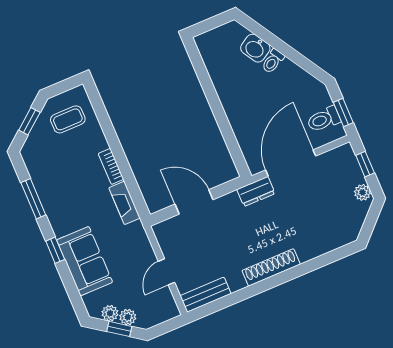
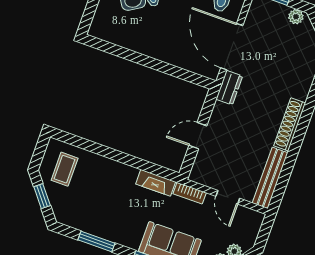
bookcase: (111, 166) -> (190, 193), moved
door: (194, 202) -> (198, 136), width x0.73
bench: (206, 295) -> (270, 178), width x1.36

